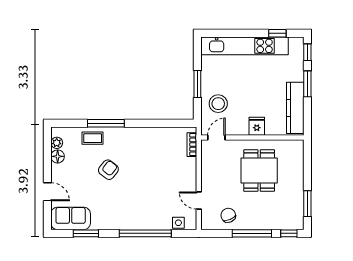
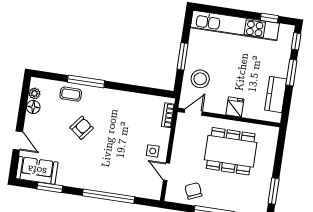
kitchen counter: (295, 108) -> (276, 95), width x0.67
dining table: (259, 171) -> (231, 151), width x1.37
side table: (178, 223) -> (153, 151), moved

